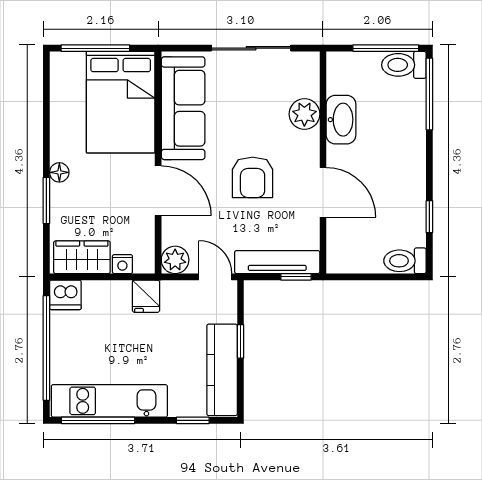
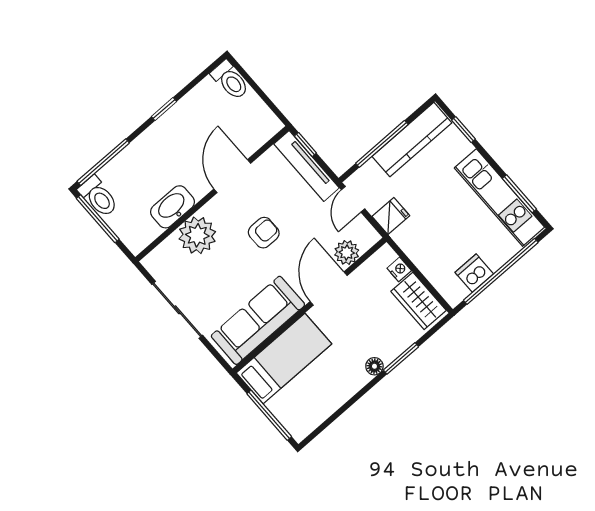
bed: (121, 102) -> (284, 358), width x0.67
plant: (304, 114) -> (197, 235), width x1.36, depth x1.36
armchair: (253, 177) -> (264, 233), width x0.72, depth x0.72
window: (429, 217) -> (164, 109), moved
plant: (175, 260) -> (347, 253), moved
dishwasher: (65, 295) -> (474, 273), moved, turned -90
fridge: (146, 296) -> (391, 216), moved
window: (241, 341) -> (382, 144), width x2.17
window: (98, 420) -> (519, 194), width x0.69

